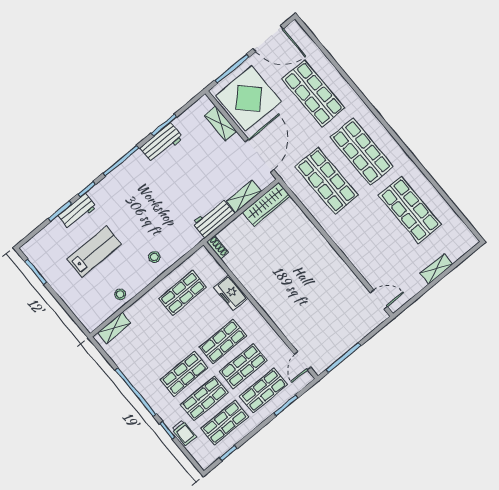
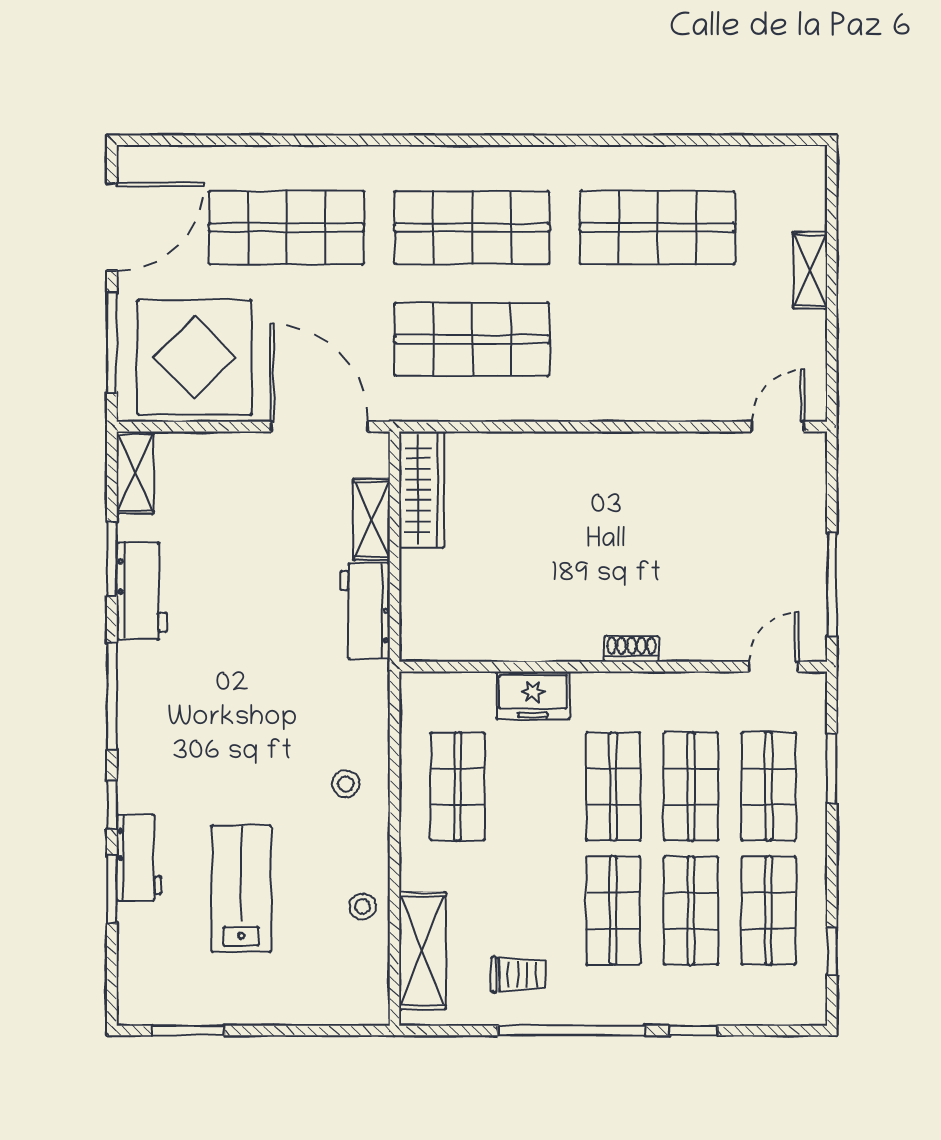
shelving: (221, 124) -> (135, 472), moved, turned 90
shoe rack: (218, 247) -> (631, 649), moved
shelving: (114, 328) -> (423, 951), width x1.50, depth x1.33
door: (303, 361) -> (774, 667), swing flipped
trolley: (184, 433) -> (519, 975), moved

